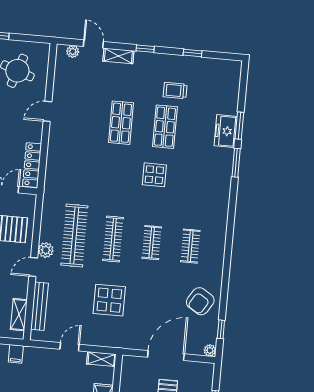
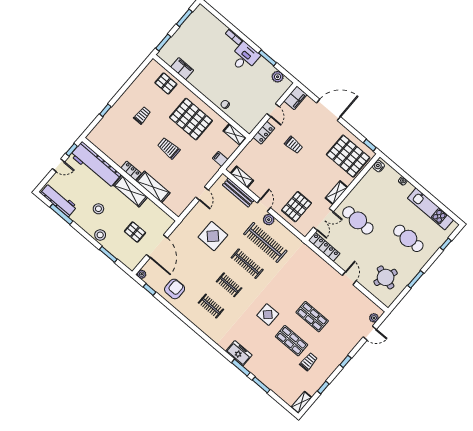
shelving: (118, 56) -> (301, 402), moved
freezer: (226, 131) -> (239, 353), moved
armchair: (200, 301) -> (175, 289), turned 58
shelving: (101, 359) -> (182, 207), removed

